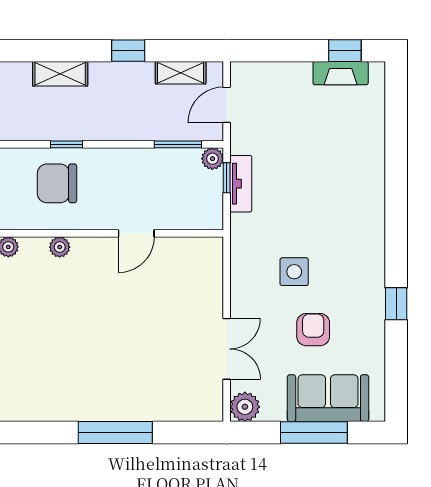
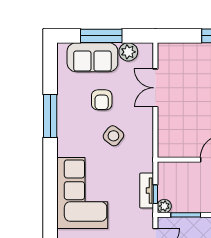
corner sofa: (344, 180) -> (82, 193), added
side table: (294, 272) -> (113, 136), turned 38
window: (396, 304) -> (50, 116), width x2.17
plant: (245, 407) -> (128, 52), moved

